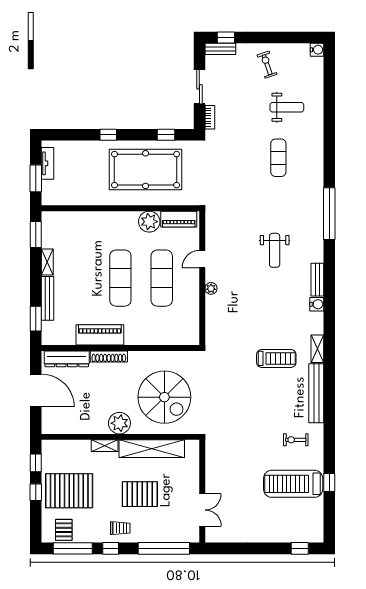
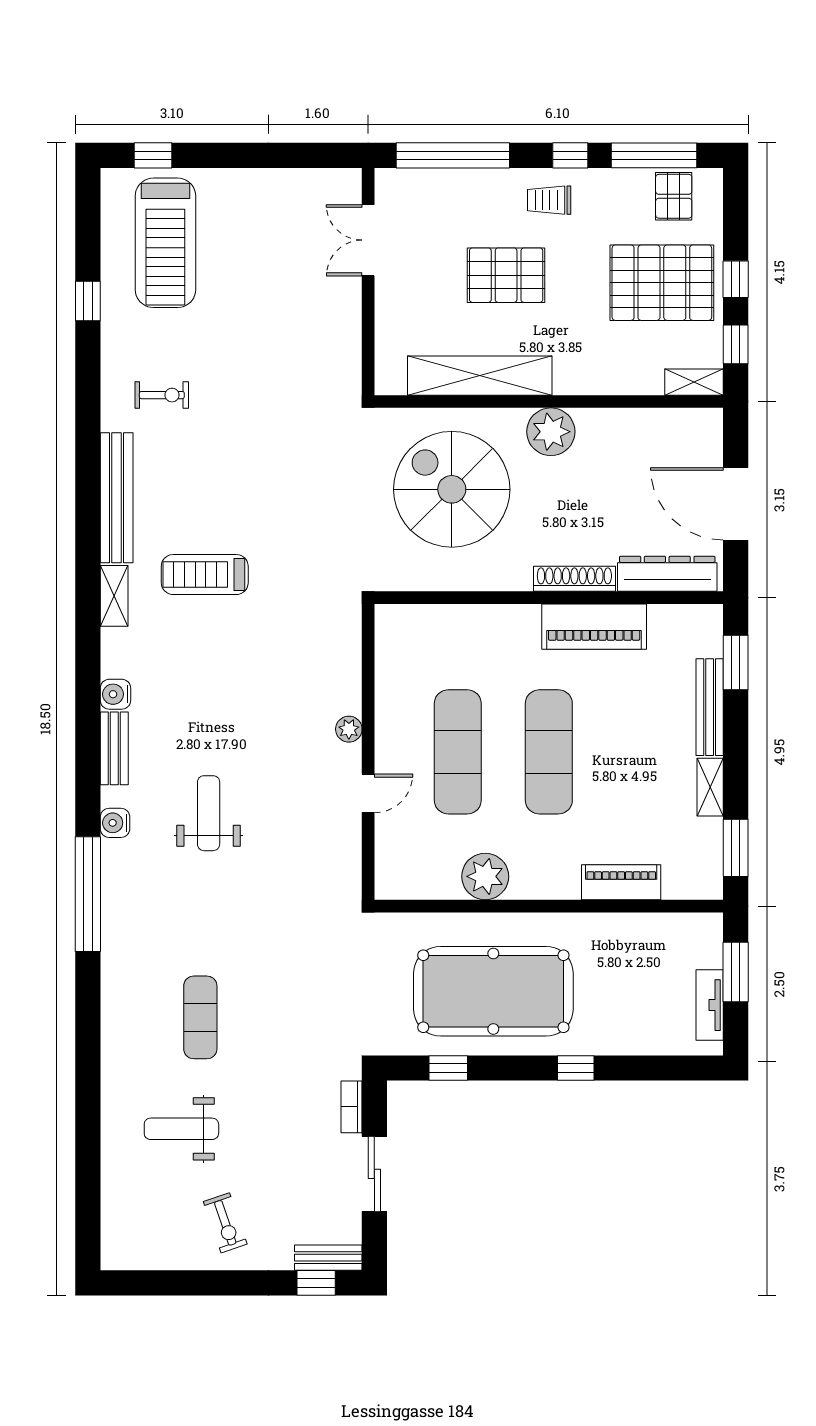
water cooler: (317, 50) -> (115, 823), moved
piano: (179, 219) -> (621, 882), moved
shelving: (105, 446) -> (694, 382), moved
treadmill: (293, 484) -> (165, 243), moved, turned 90

